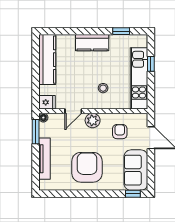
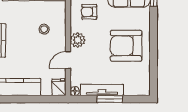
door: (73, 111) -> (68, 60), swing flipped
window: (36, 132) -> (110, 99), moved
tv unit: (44, 159) -> (102, 90), moved

